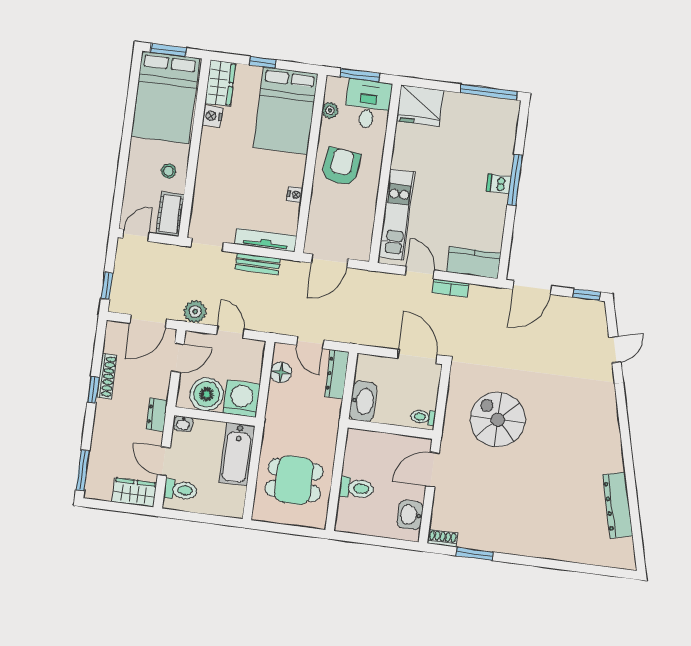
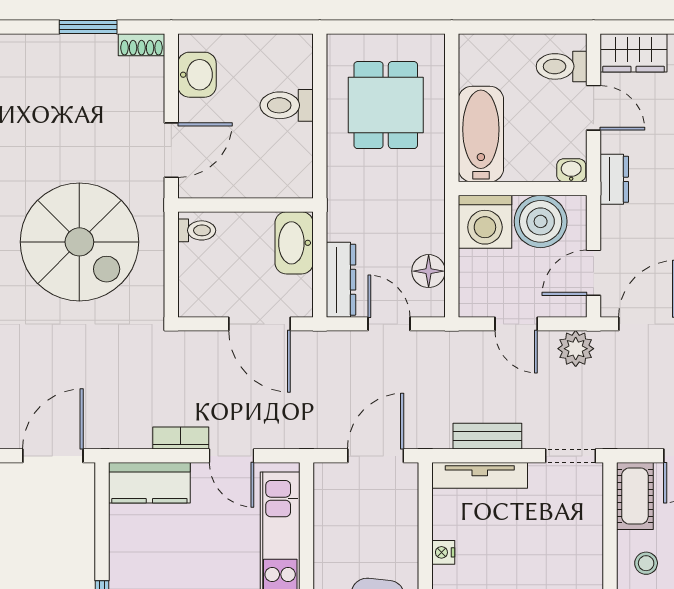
door: (417, 357) -> (260, 324), moved
spiral stairs: (498, 420) -> (79, 242), width x1.37, depth x1.37
dining table: (294, 480) -> (386, 105), turned 90

